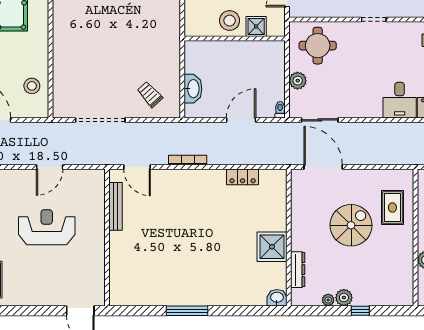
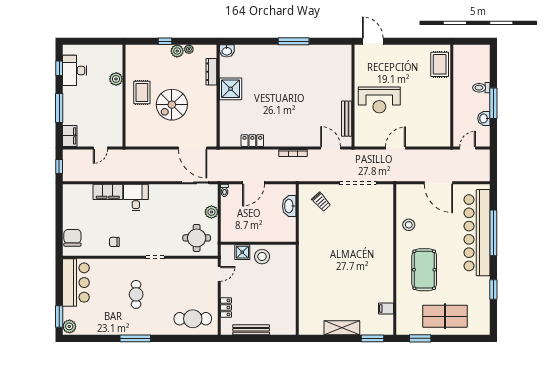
stool: (32, 86) -> (409, 225), moved
rug: (392, 208) -> (142, 93), moved
reception desk: (47, 227) -> (379, 100), moved

